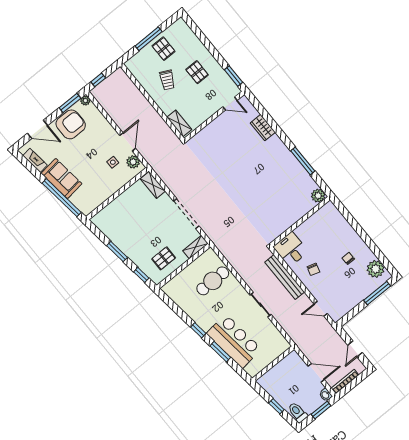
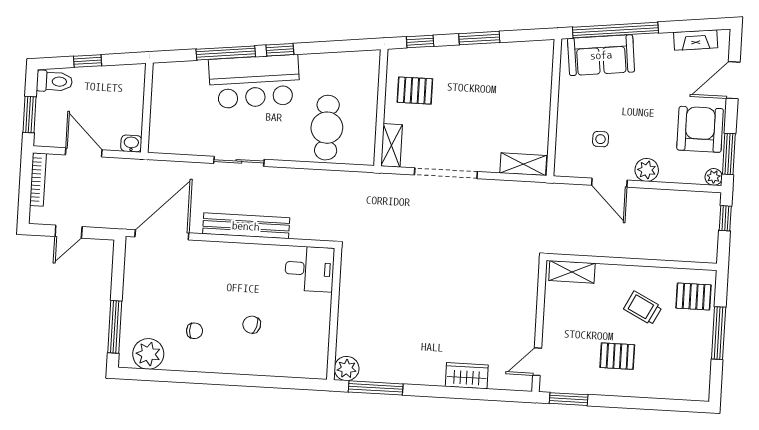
pallet: (164, 49) -> (694, 297), moved
armchair: (71, 124) -> (700, 129), turned 180
plant: (133, 162) -> (647, 170), moved
sofa: (62, 179) -> (601, 55), moved
plant: (318, 196) -> (347, 369), moved
wall: (300, 222) -> (334, 314), moved
desk: (291, 249) -> (310, 269), moved
pallet: (164, 258) -> (415, 91), turned 90
chair: (313, 269) -> (252, 325), moved
door: (321, 309) -> (162, 235), width x1.88
bar counter: (234, 341) -> (254, 82), moved
door: (355, 349) -> (69, 232), swing flipped
window: (220, 352) -> (226, 53), width x1.44
door: (316, 373) -> (84, 152), swing flipped
washbasin: (326, 395) -> (131, 144), moved

